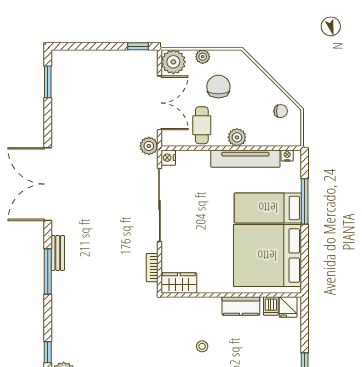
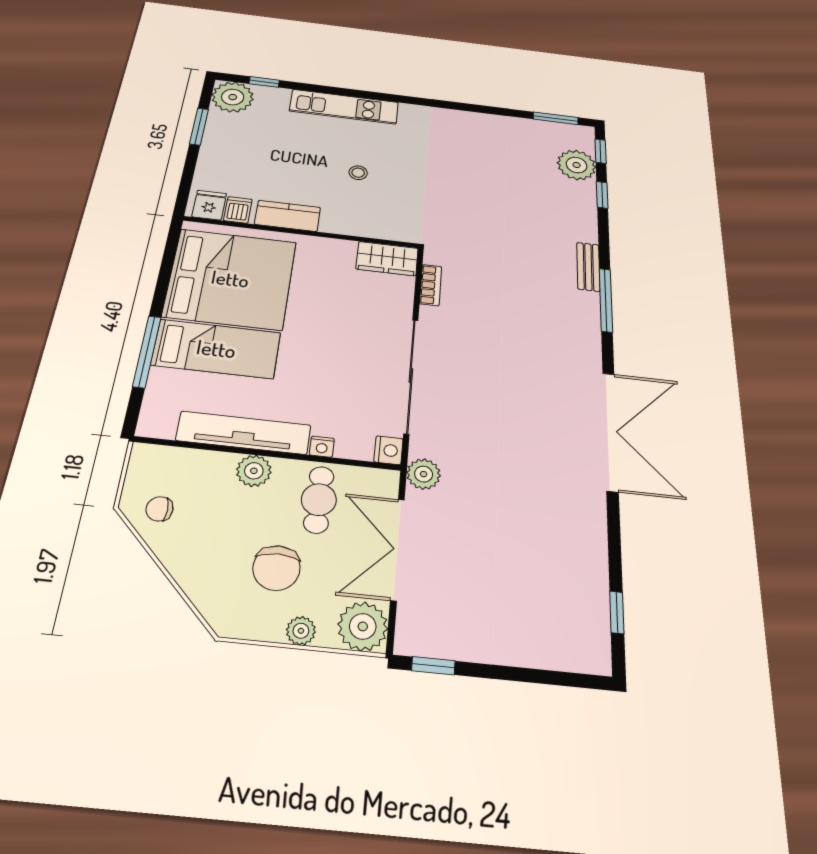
window: (48, 82) -> (617, 612), width x0.67
nightstand: (287, 155) -> (322, 447), moved
bench: (58, 253) -> (588, 267), moved

